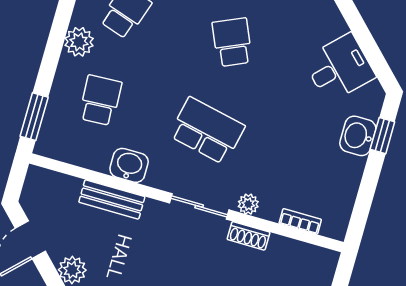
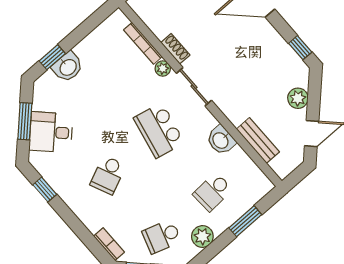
window: (367, 42) -> (25, 121), added
desk: (339, 68) -> (51, 132), moved
window: (34, 117) -> (245, 221), moved
bench: (112, 199) -> (258, 140), moved
bookcase: (300, 221) -> (143, 43), width x1.56

